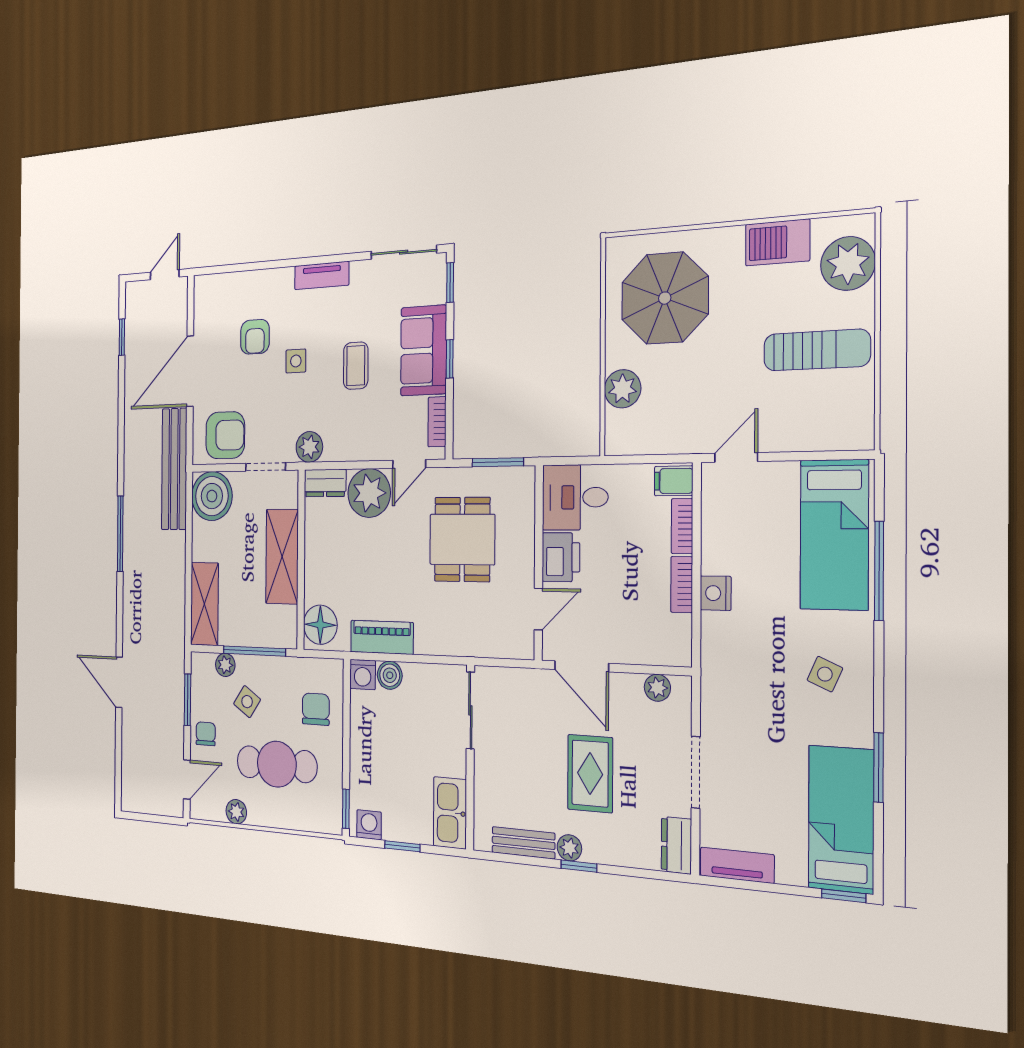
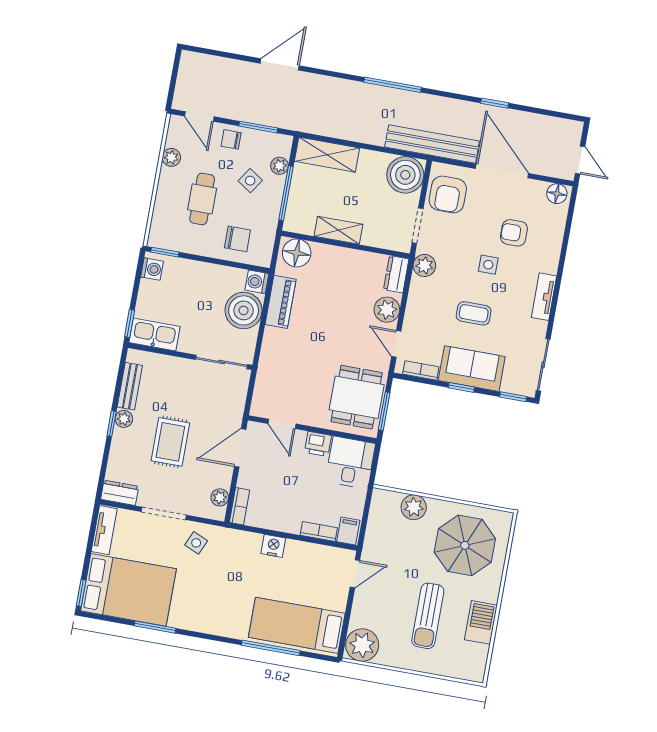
plant: (848, 263) -> (362, 645), moved
floor lamp: (204, 293) -> (557, 194), added
window: (122, 337) -> (495, 103), moved
sun lounger: (817, 350) -> (428, 616), moved
door: (736, 457) -> (355, 574), hinge flipped
plant: (369, 493) -> (387, 310), width x0.73, depth x0.73
dining table: (462, 539) -> (357, 397), moved, turned 90
shelving: (282, 557) -> (338, 230), width x0.67, depth x0.75
printer: (561, 557) -> (318, 444), width x0.73, depth x0.81
bookcase: (682, 585) -> (240, 506), moved, turned 90
side table: (825, 674) -> (196, 543), moved
boiler: (390, 675) -> (244, 310), width x1.86, depth x1.86
chair: (206, 734) -> (231, 139), turned 180
cafe table: (277, 764) -> (202, 199), width x0.73, depth x0.74
rug: (590, 774) -> (170, 442), turned 90
bed: (841, 819) -> (128, 590), width x1.50
window: (402, 846) -> (130, 323), moved

